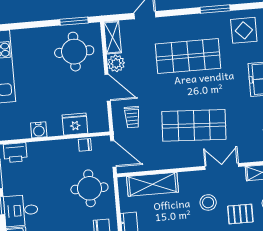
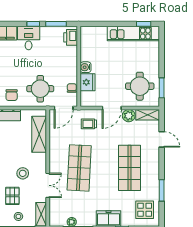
water cooler: (39, 130) -> (86, 67), moved

